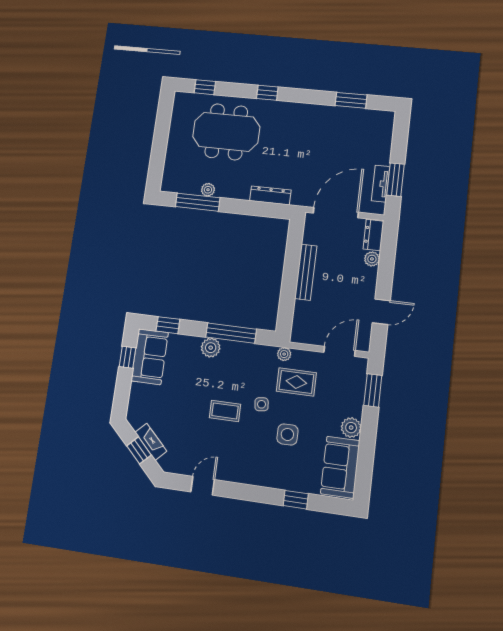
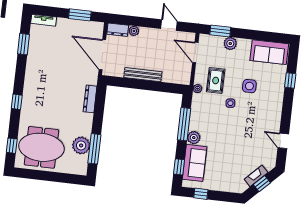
meeting table: (226, 132) -> (41, 147), moved, turned 90
tv unit: (381, 184) -> (44, 20), moved
plant: (208, 190) -> (81, 145), width x1.88, depth x1.88
sofa: (150, 357) -> (195, 163), moved, turned 90
coffee table: (225, 411) -> (235, 127), removed
plant: (351, 428) -> (230, 44), moved

